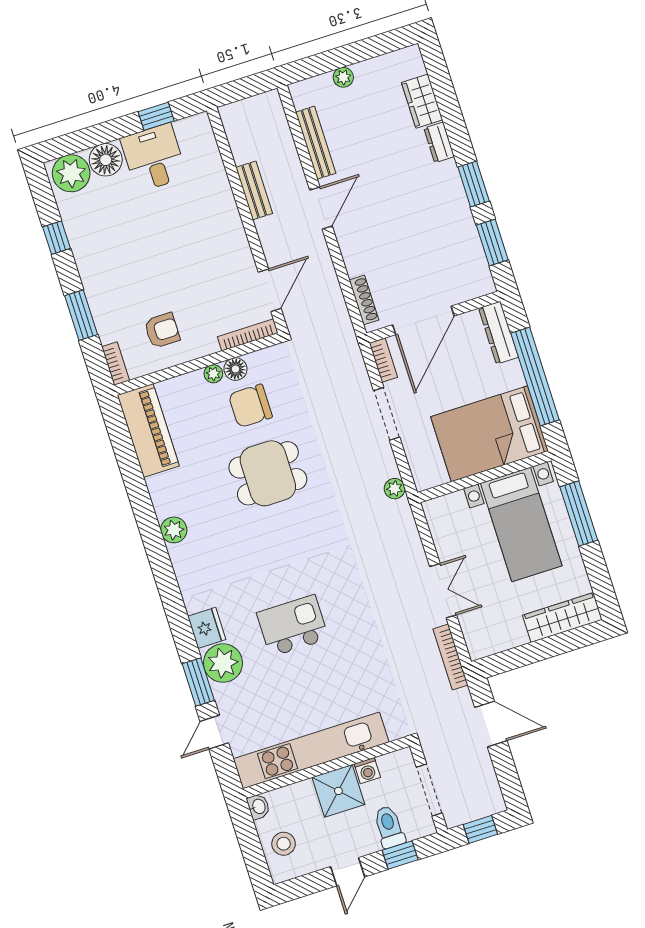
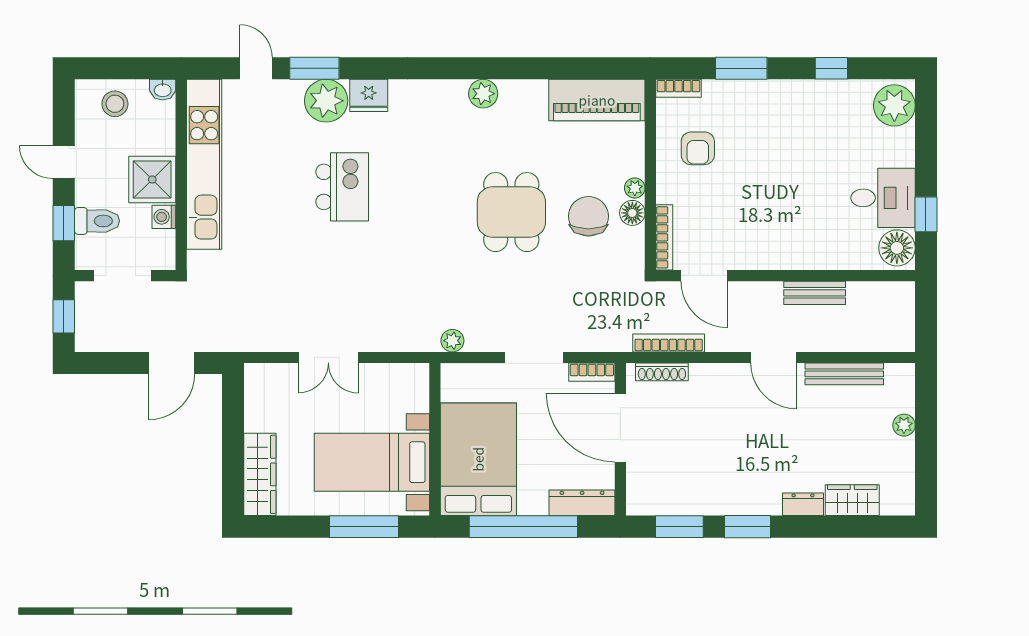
floor lamp: (106, 160) -> (897, 248), moved
bookcase: (450, 657) -> (669, 343), moved

